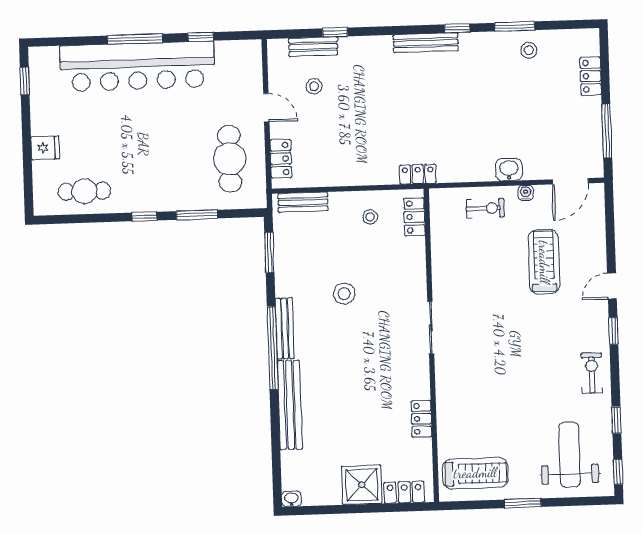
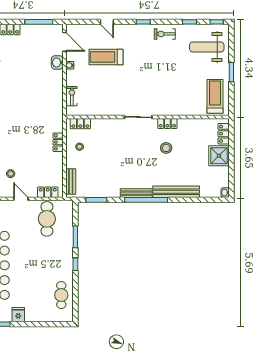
door: (266, 108) -> (21, 199), hinge flipped
fridge: (45, 148) -> (18, 315), moved
cafe table: (230, 159) -> (47, 219), turned 90
washbasin: (509, 170) -> (57, 62), moved
locker: (418, 174) -> (58, 142), moved
exercise bike: (485, 208) -> (72, 96), moved
door: (612, 286) -> (107, 22), moved
stool: (344, 294) -> (166, 148), moved
locker: (421, 419) -> (167, 123), moved

